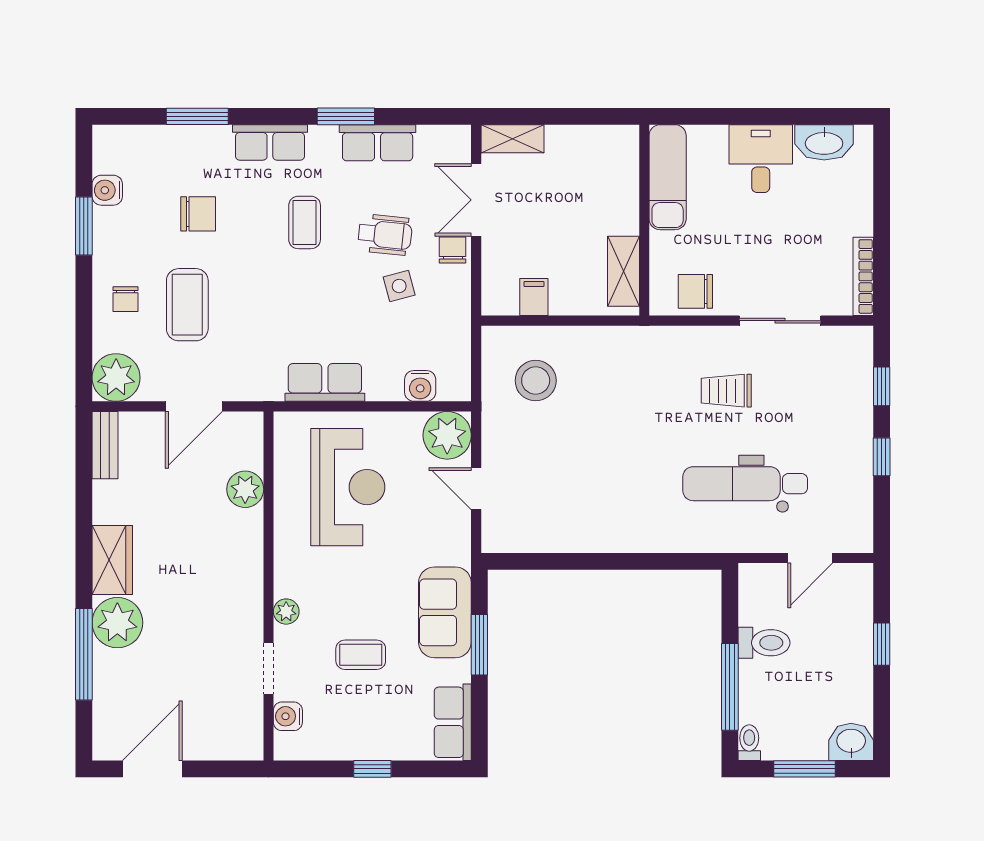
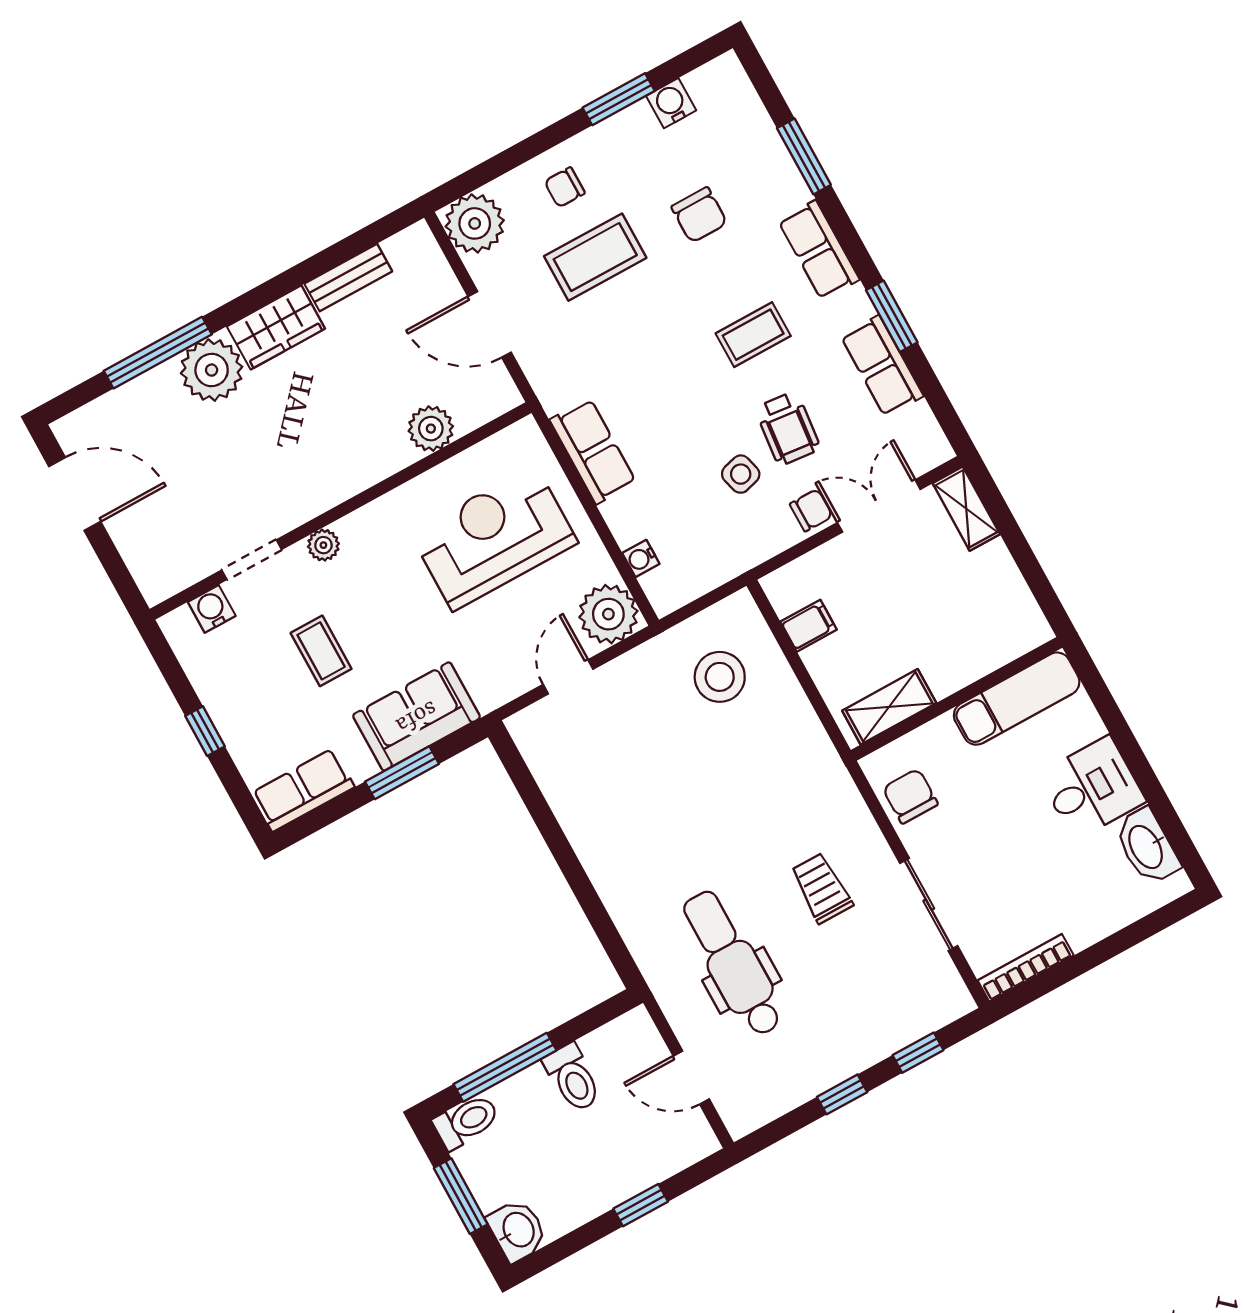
water cooler: (420, 386) -> (641, 558), width x0.72, depth x0.72
bench: (105, 445) -> (348, 278), moved
reception desk: (348, 487) -> (494, 538), turned 180
toilet: (749, 743) -> (466, 1121), width x1.37, depth x1.39

